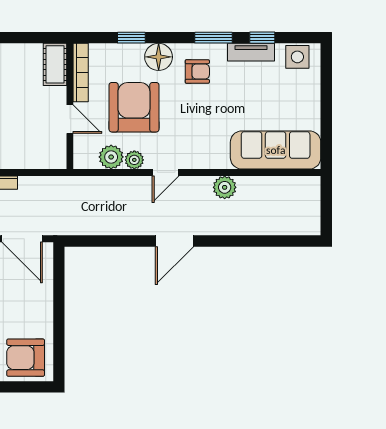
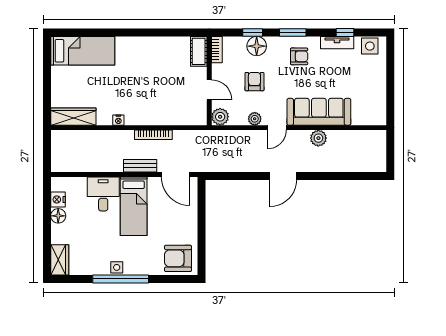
window: (213, 38) -> (293, 32), moved
floor lamp: (159, 57) -> (257, 46), moved
bookcase: (81, 72) -> (217, 50), width x0.64
armchair: (134, 107) -> (254, 82), width x0.53, depth x0.53
sofa: (276, 150) -> (319, 112), moved
plant: (111, 157) -> (220, 117), moved

